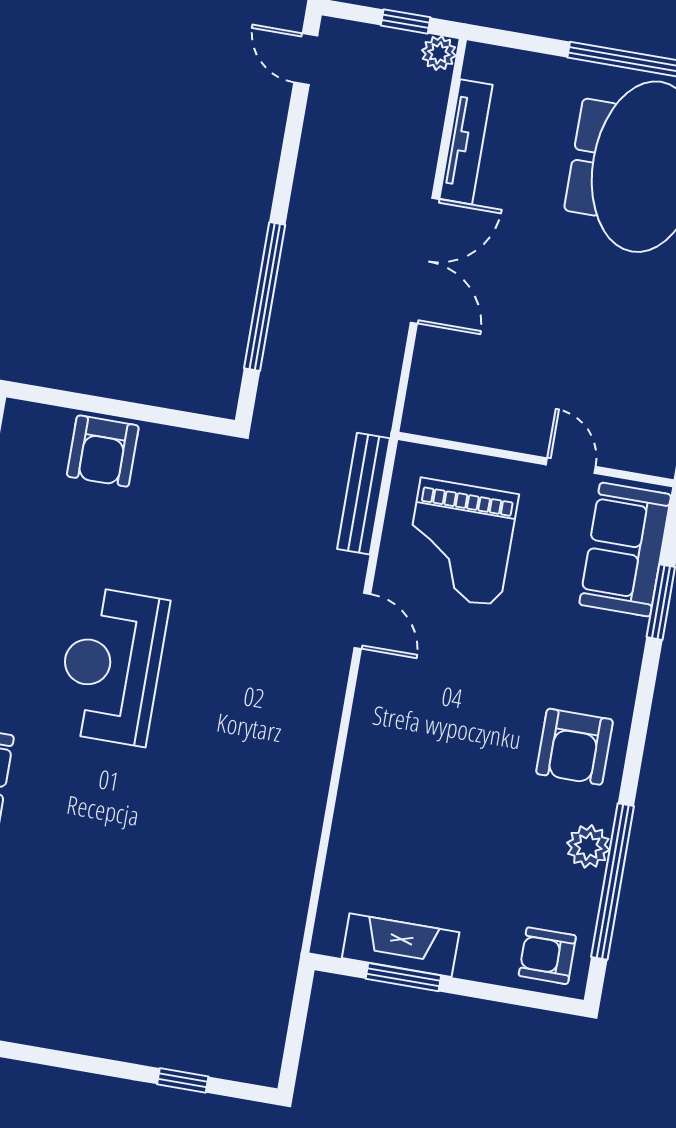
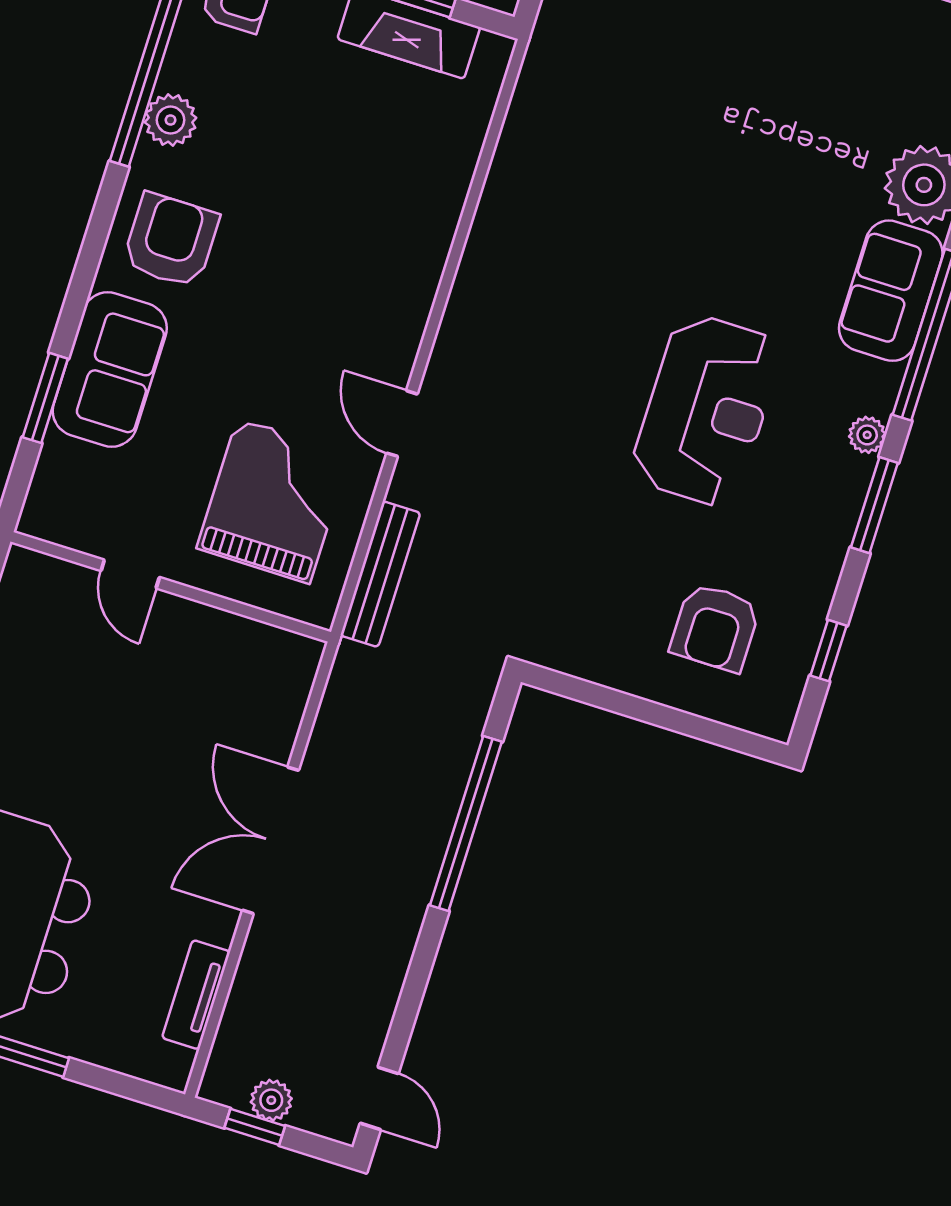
plant: (439, 53) -> (271, 1100), moved
tv unit: (466, 142) -> (196, 995), width x0.71
armchair: (103, 451) -> (715, 627), moved, turned 180
sofa: (625, 550) -> (110, 369), moved

